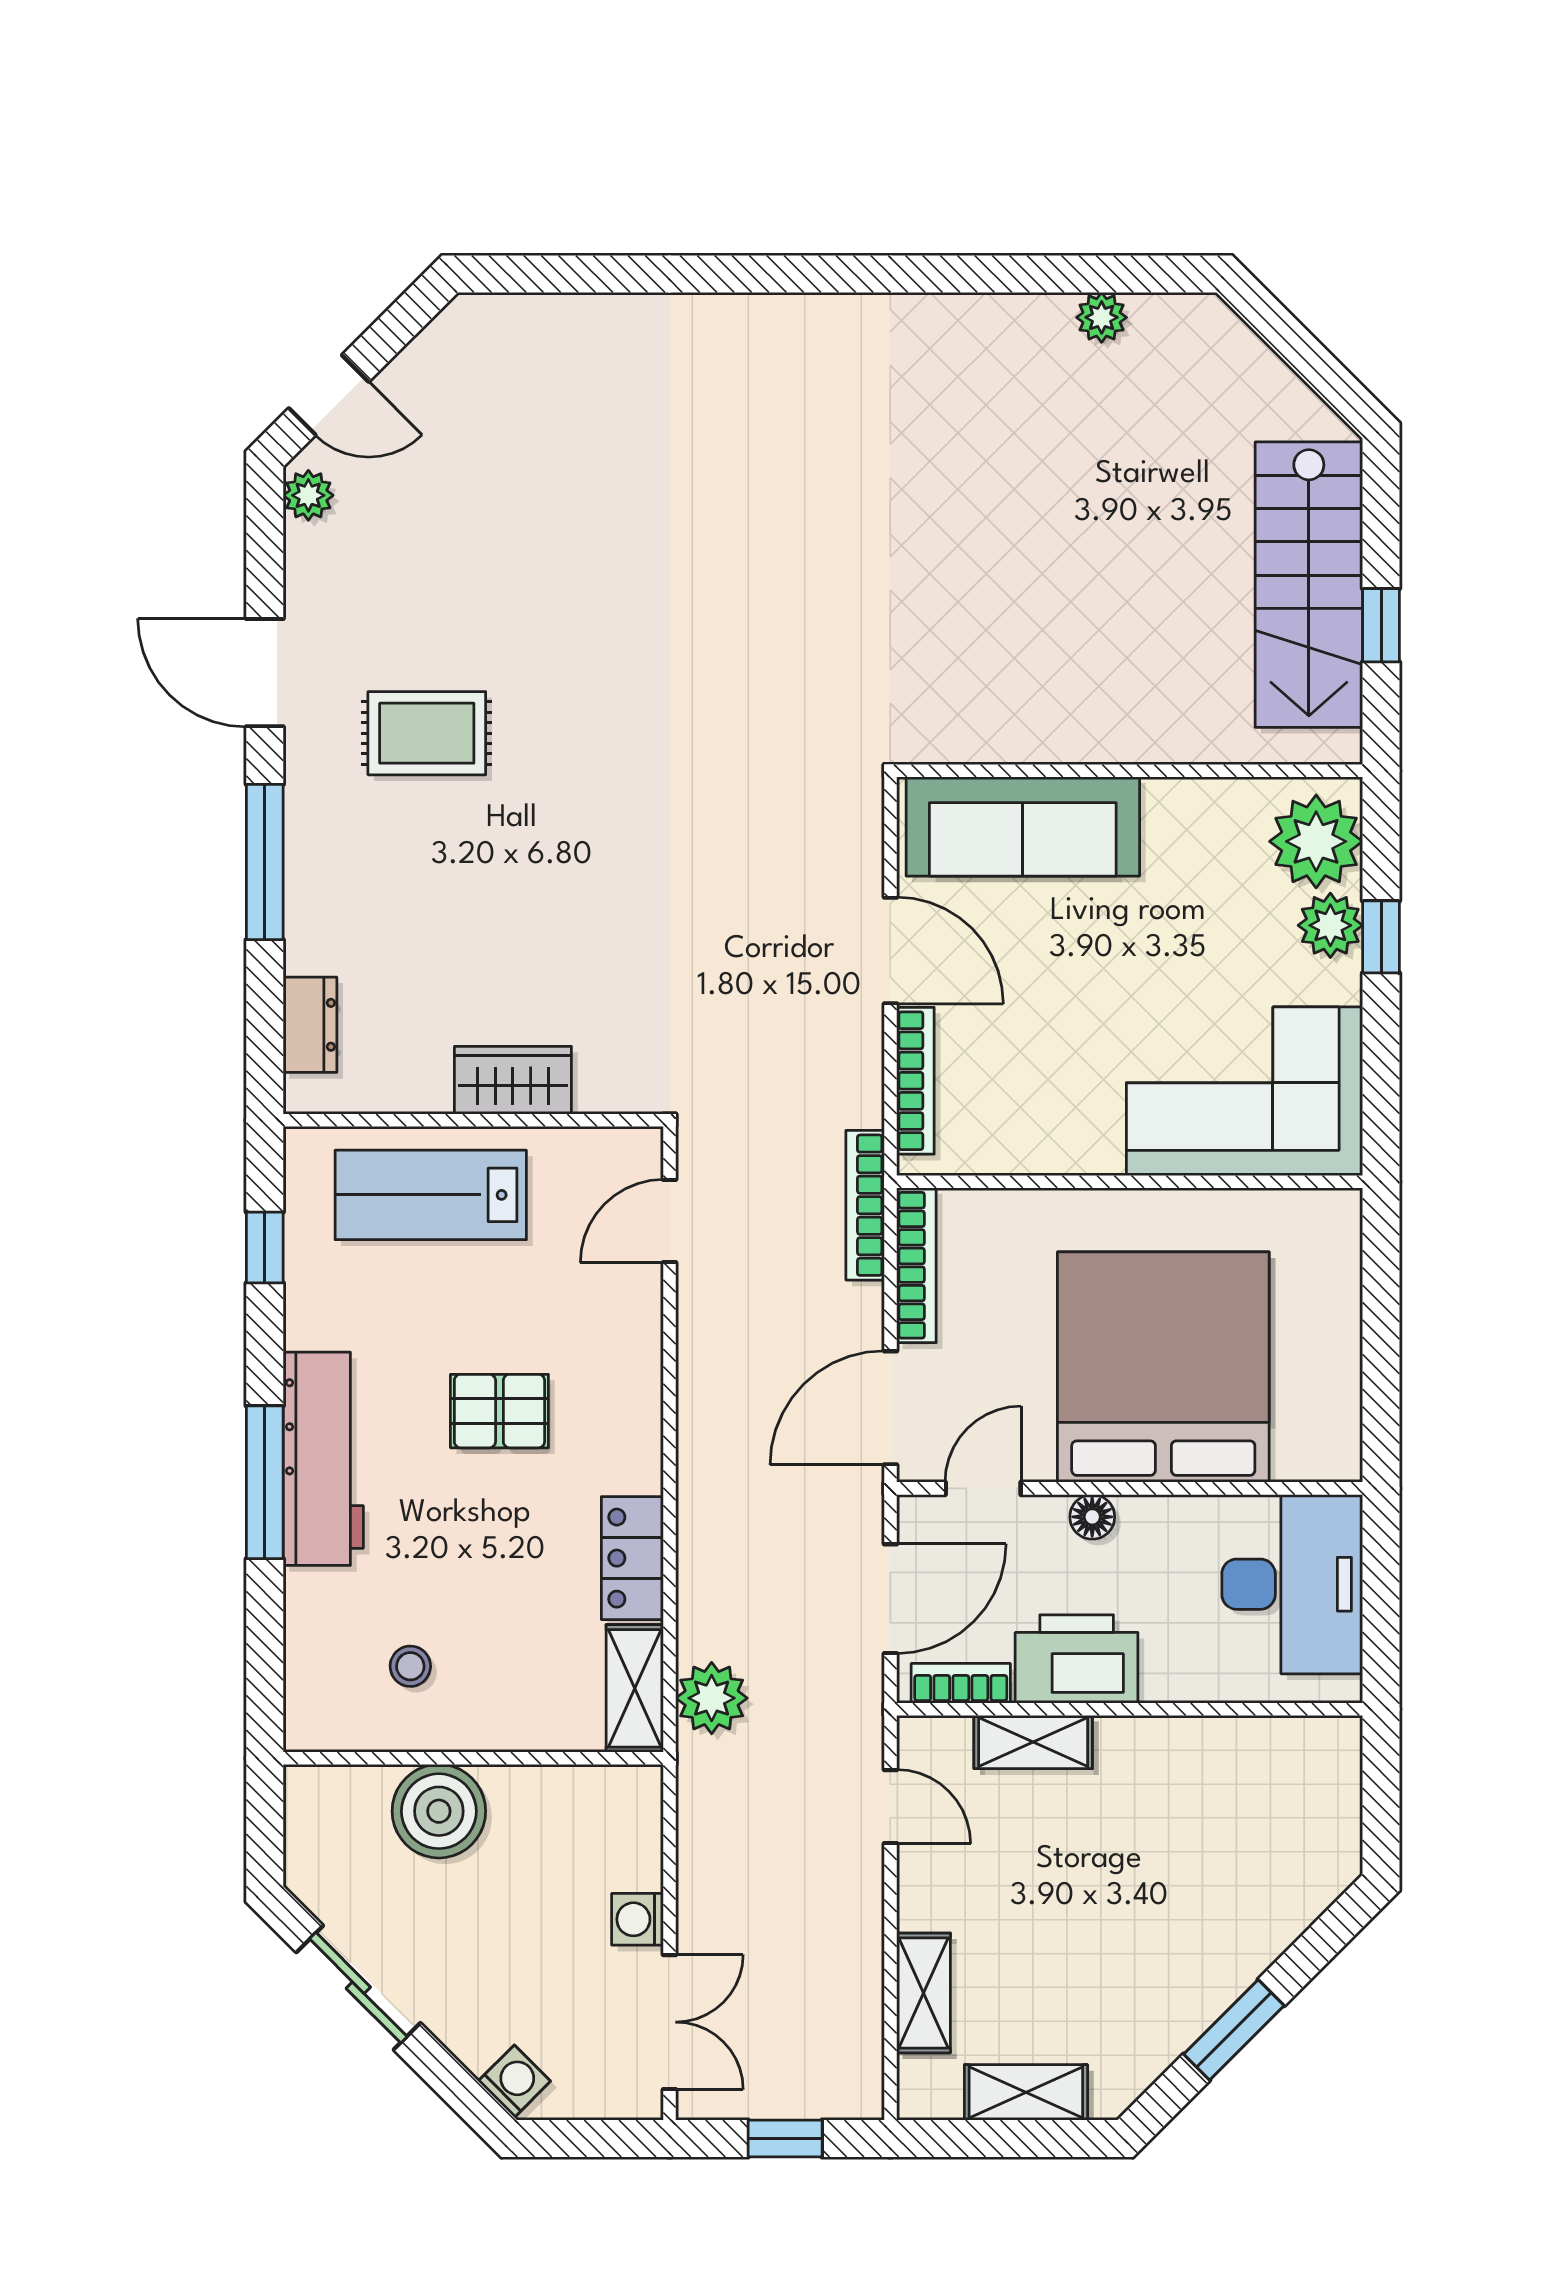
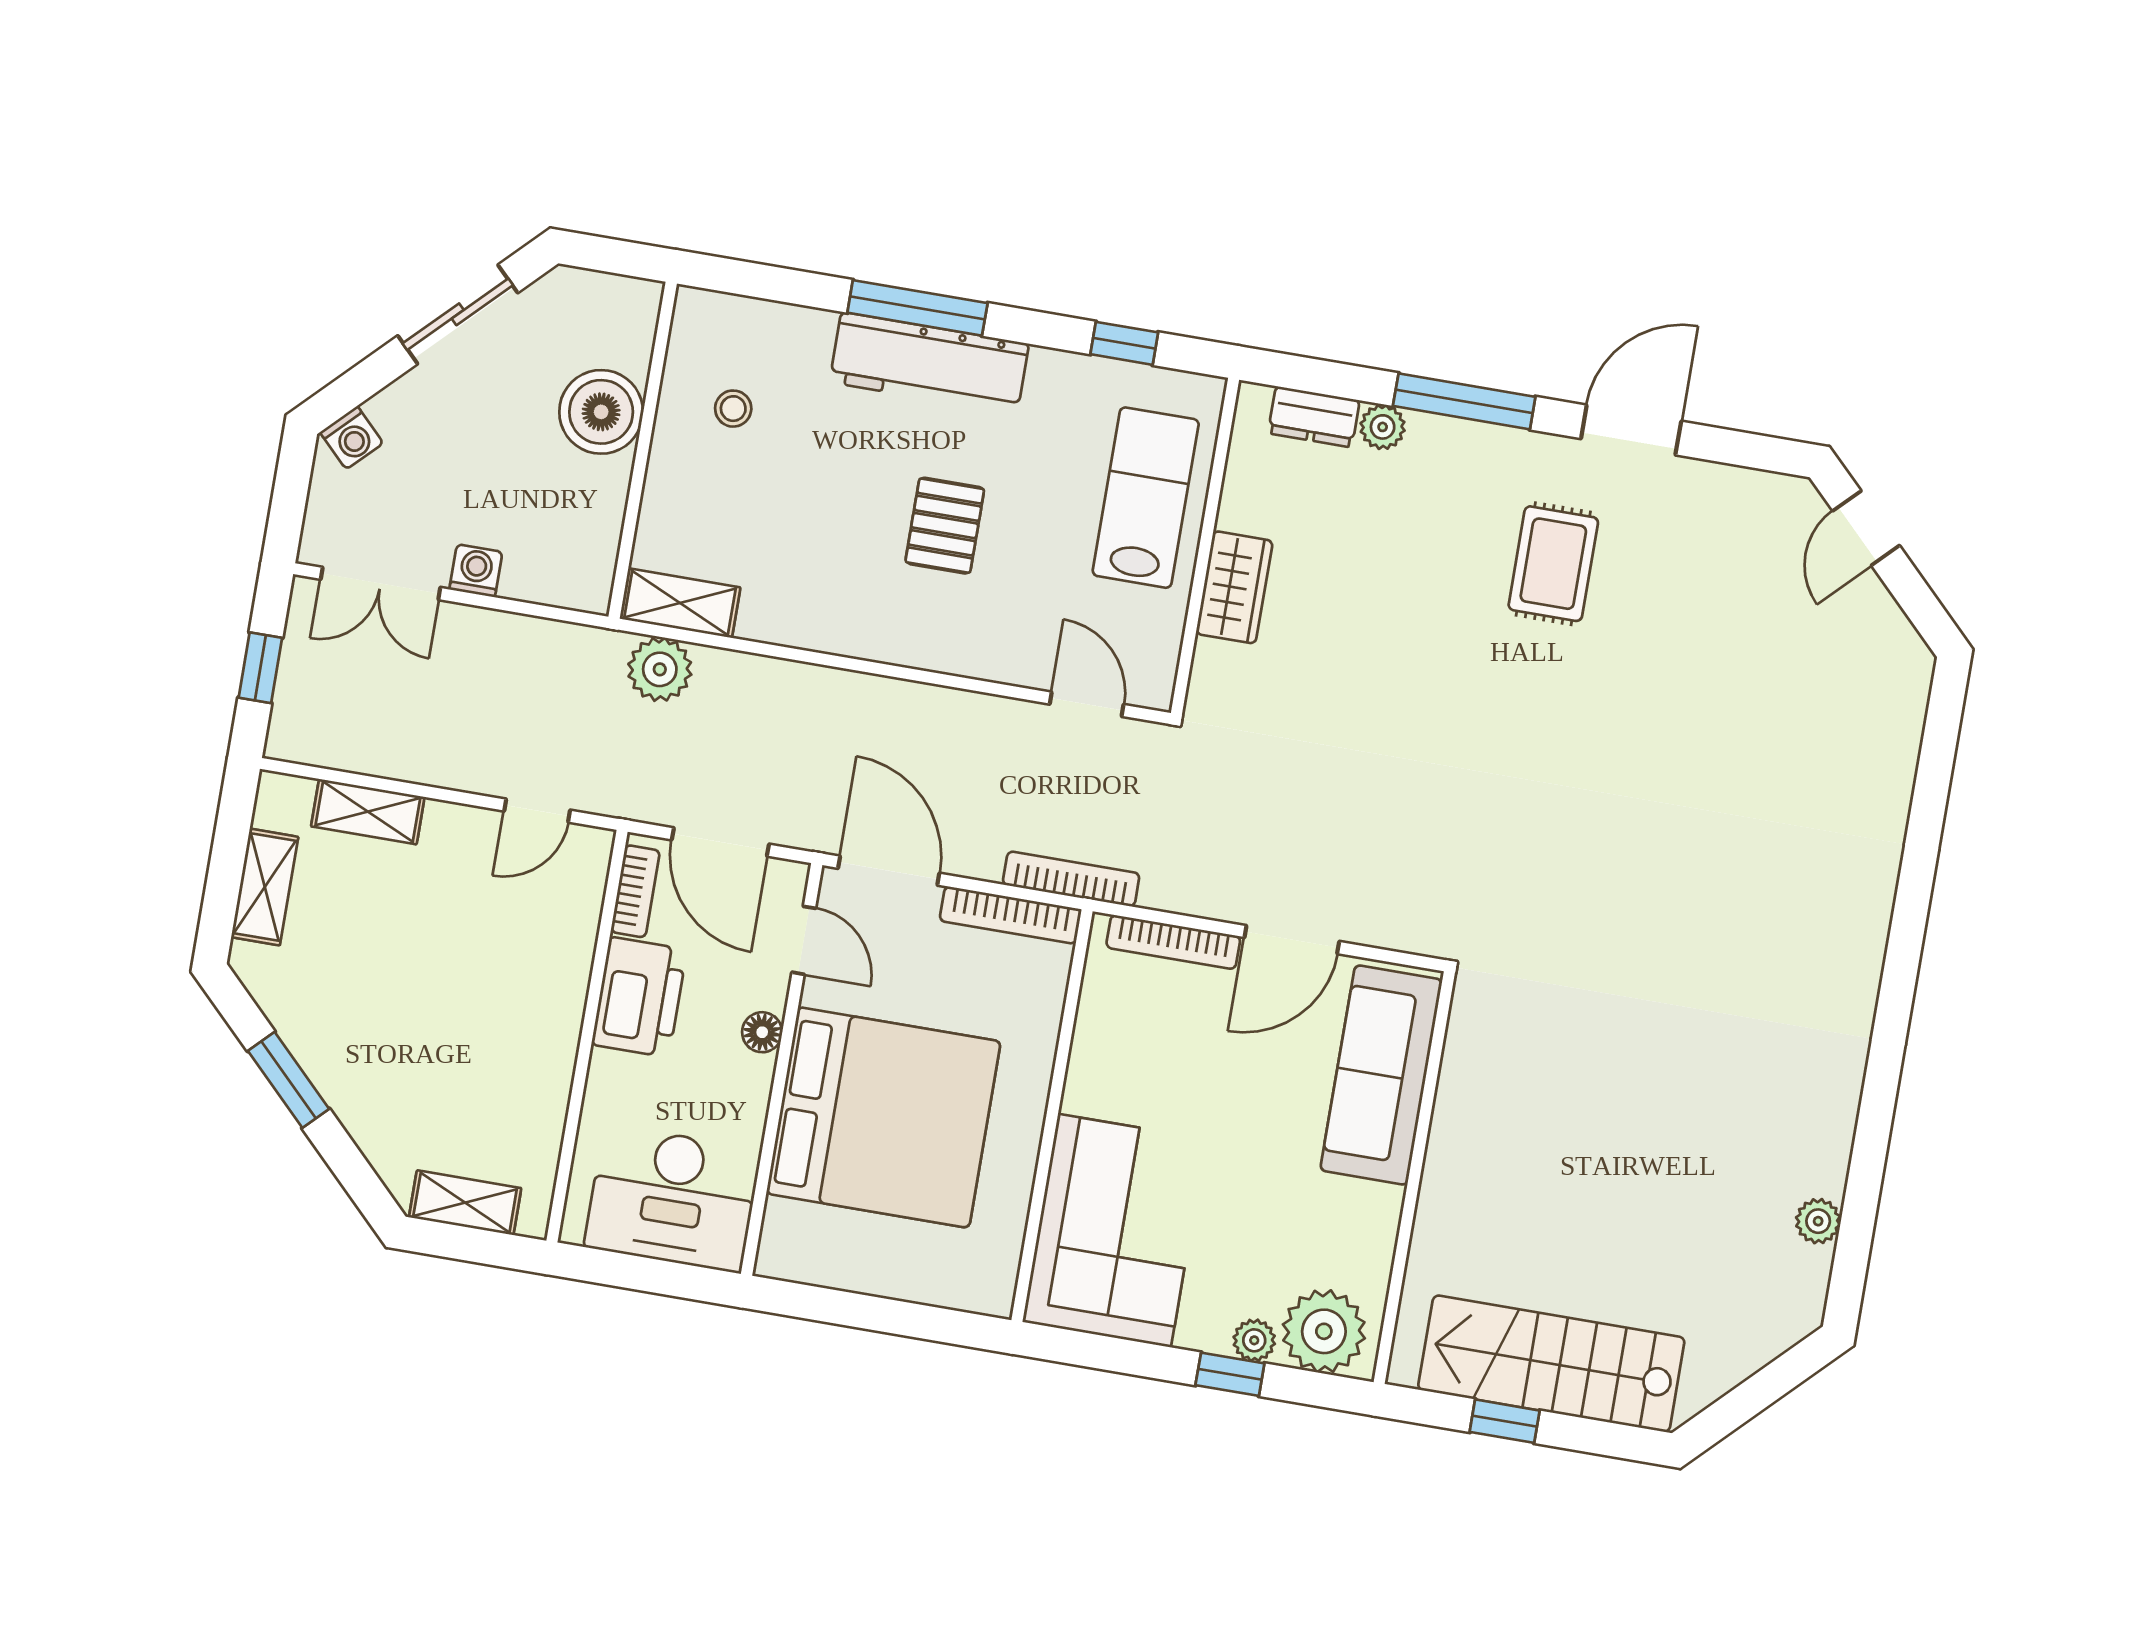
plant: (308, 495) -> (1383, 427), moved
plant: (1330, 925) -> (1254, 1340), width x0.73, depth x0.73
locker: (632, 1558) -> (795, 621), removed
shelving: (1033, 1742) -> (465, 1203), moved, turned 90

